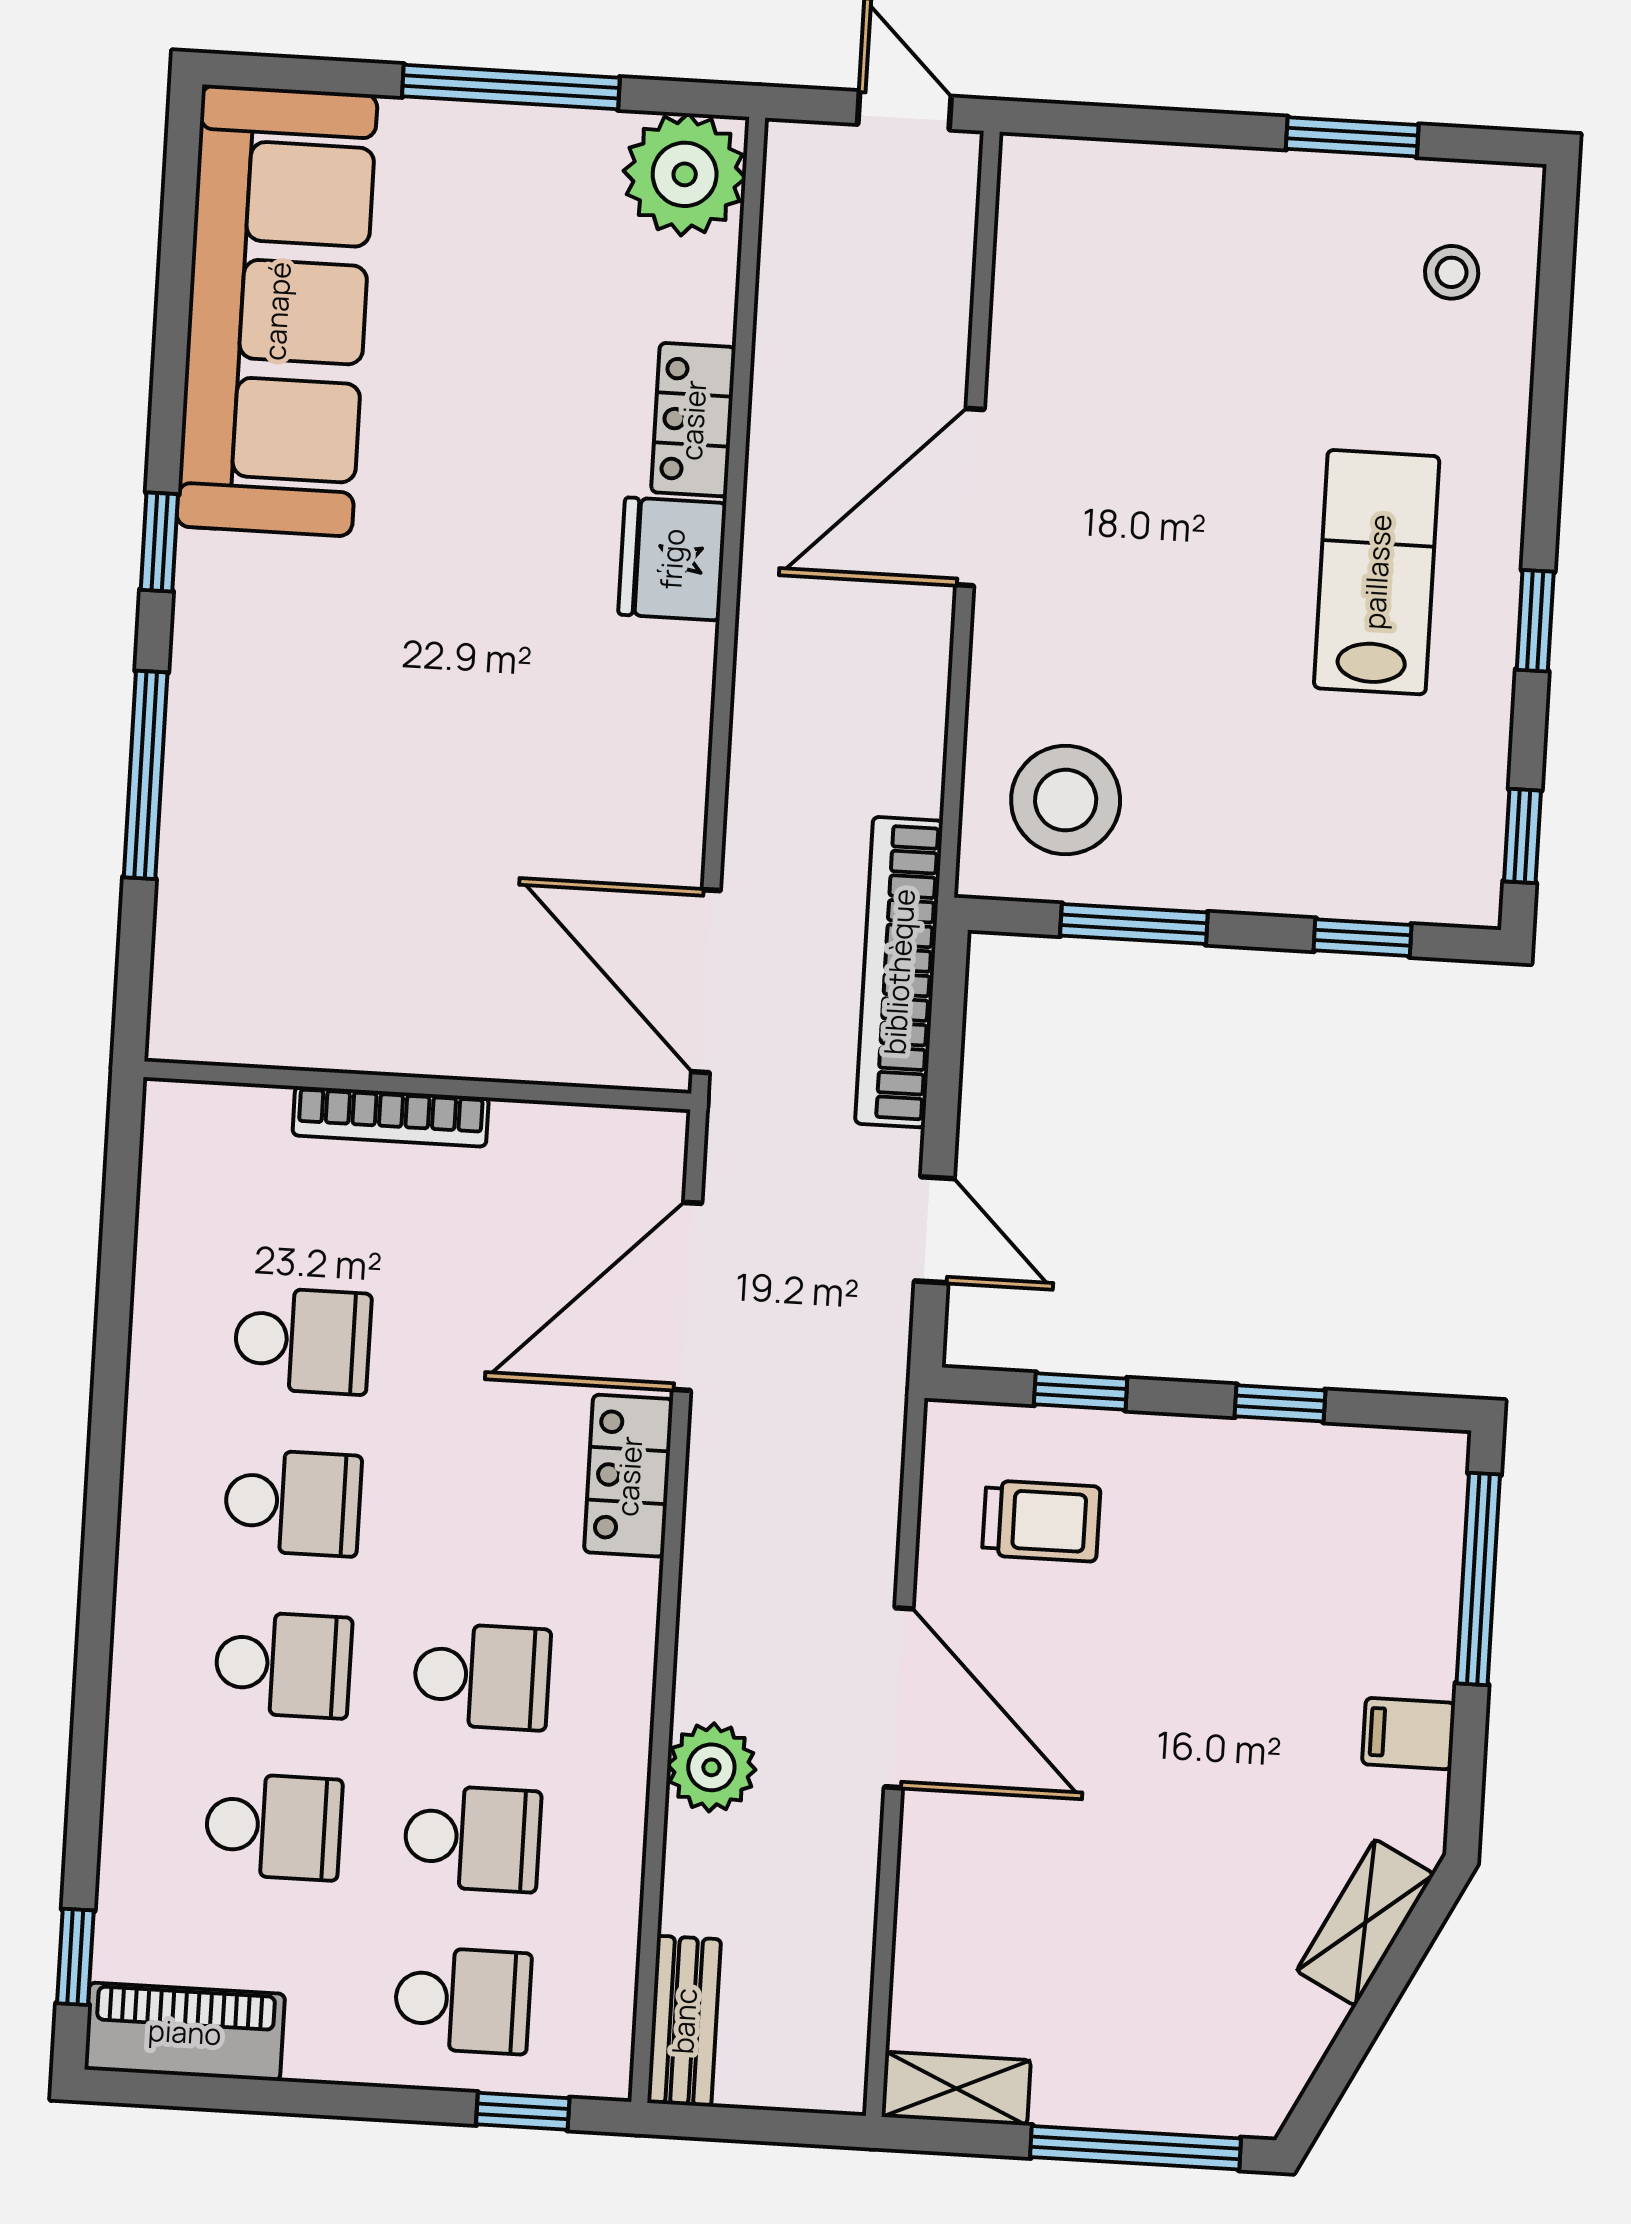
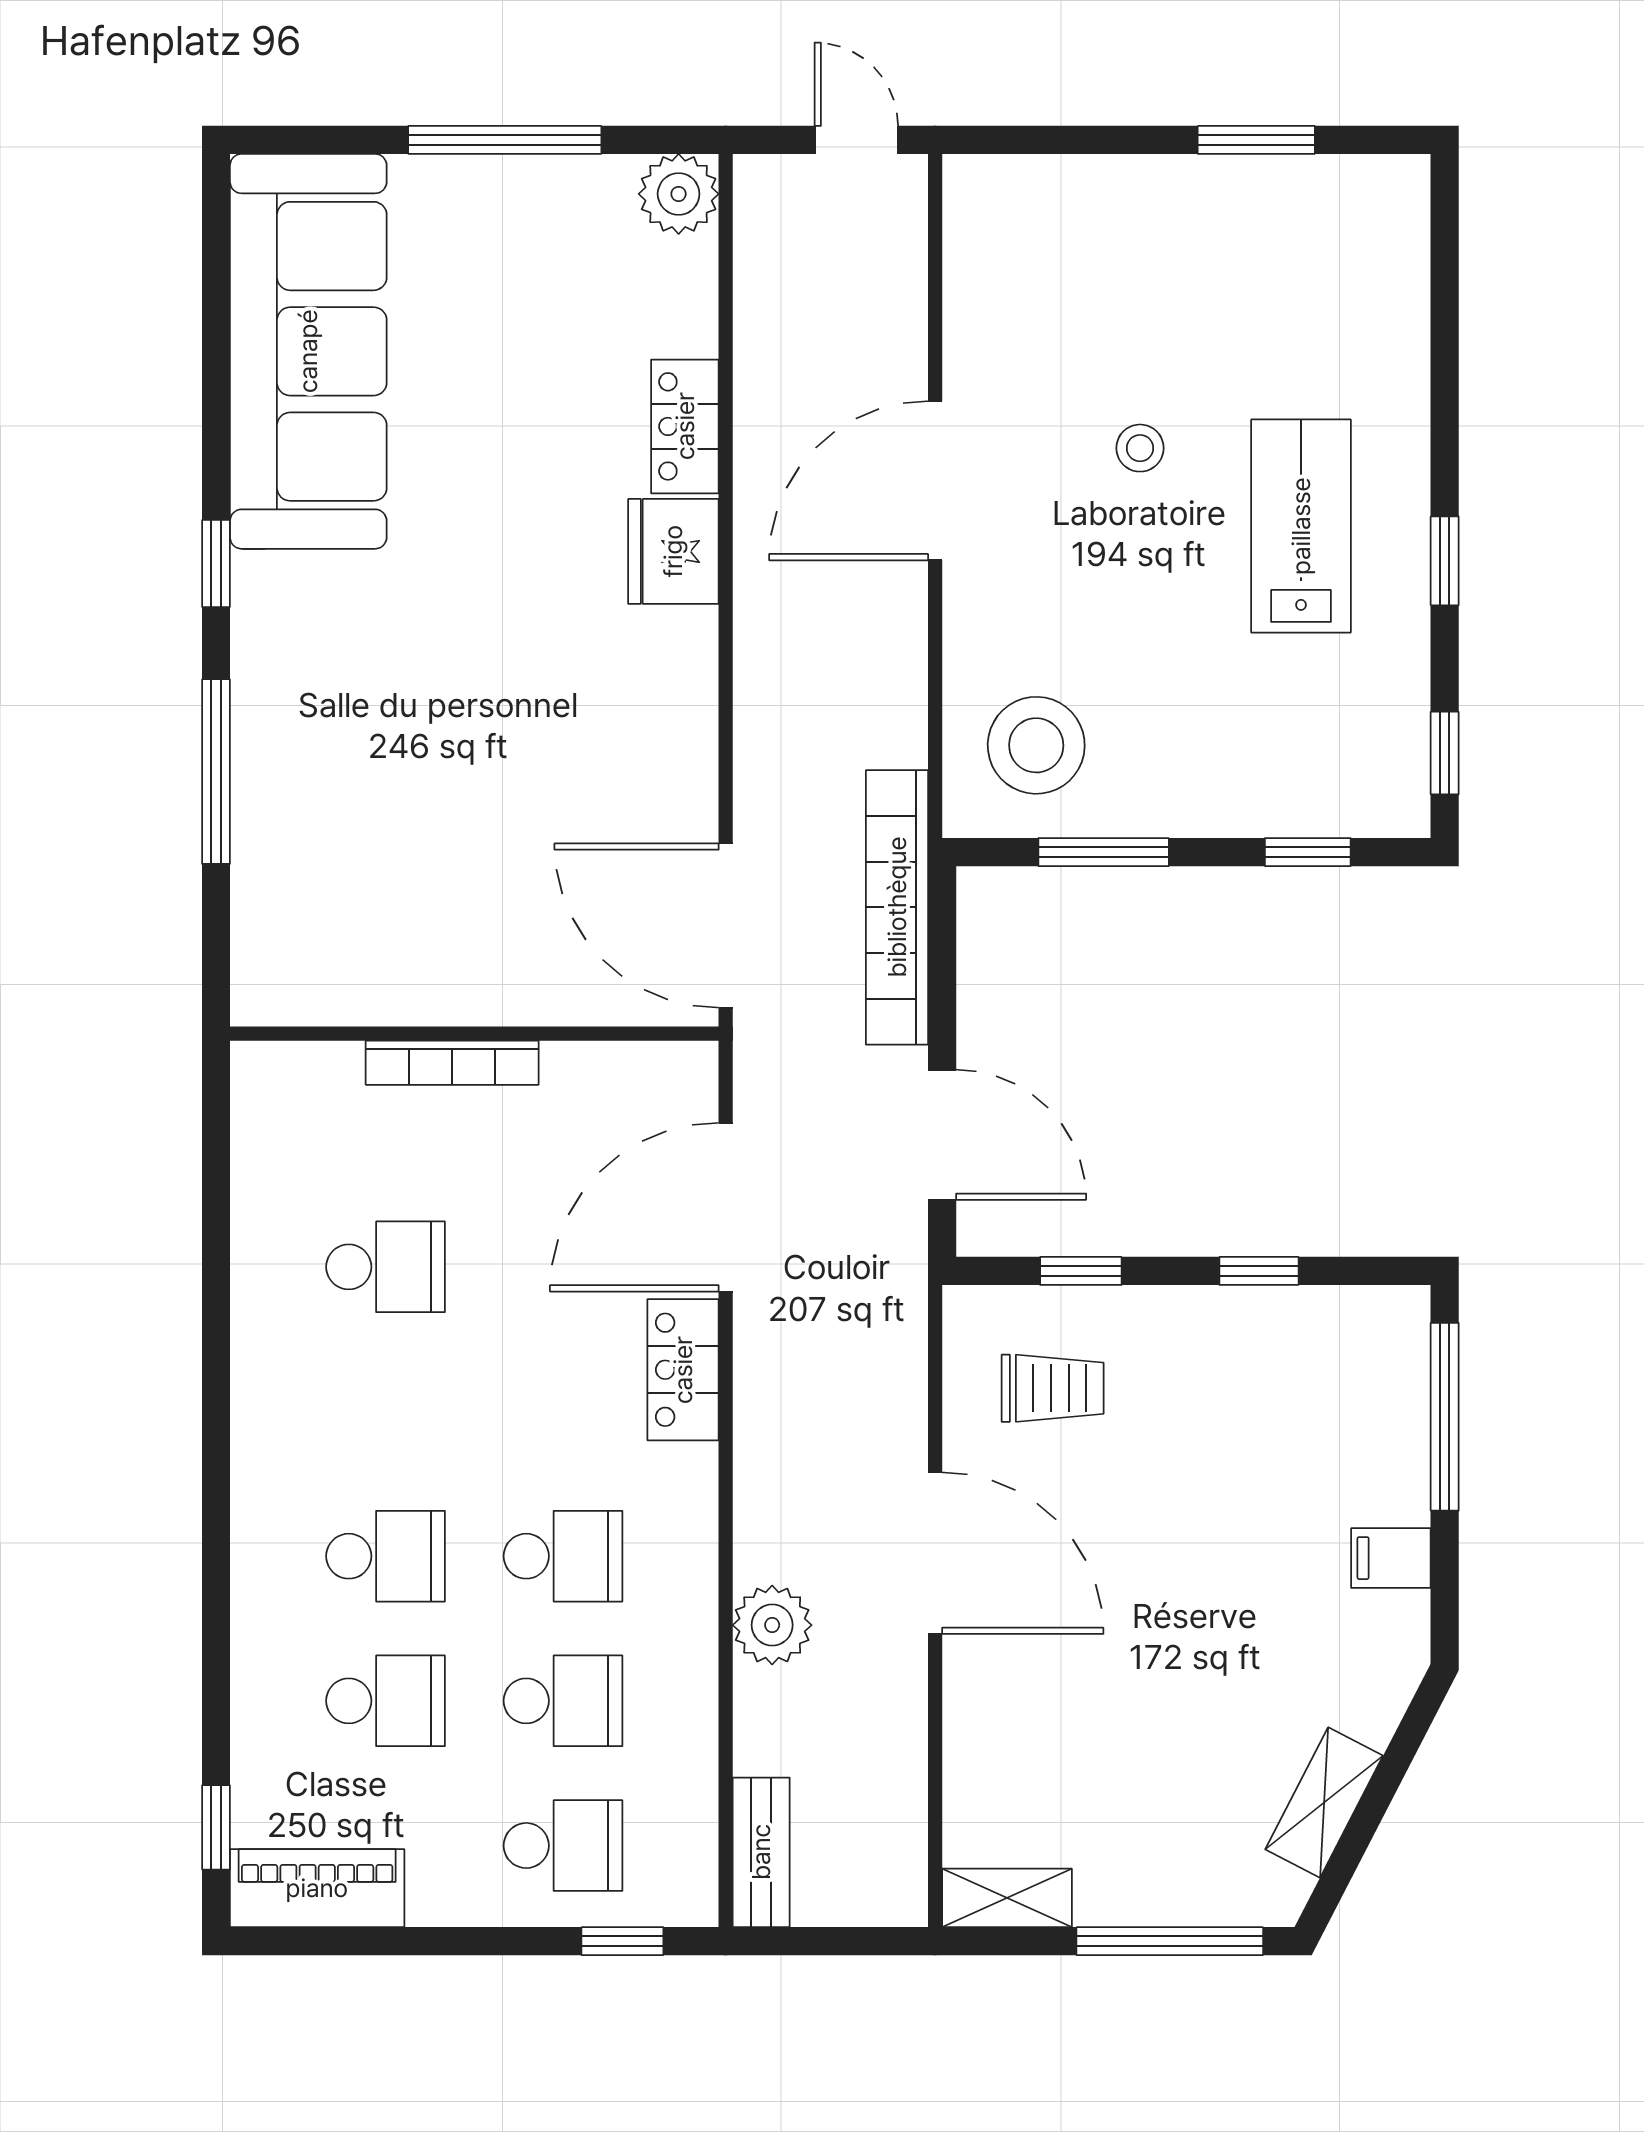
plant: (685, 174) -> (679, 194), width x0.73, depth x0.73
stool: (1452, 272) -> (1140, 448), moved
door: (934, 1230) -> (942, 1135), width x1.38
school desk: (293, 1503) -> (386, 1412), removed
shelving: (1365, 1923) -> (1324, 1803), moved

